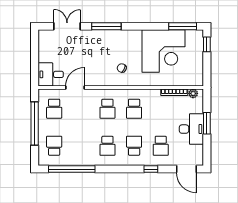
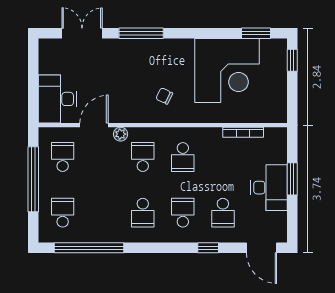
window: (183, 26) -> (256, 33), width x0.69
desk: (51, 74) -> (57, 99), width x1.37
plant: (193, 93) -> (121, 134), moved
school desk: (54, 109) -> (63, 157), turned 180
school desk: (107, 109) -> (143, 157), turned 180

